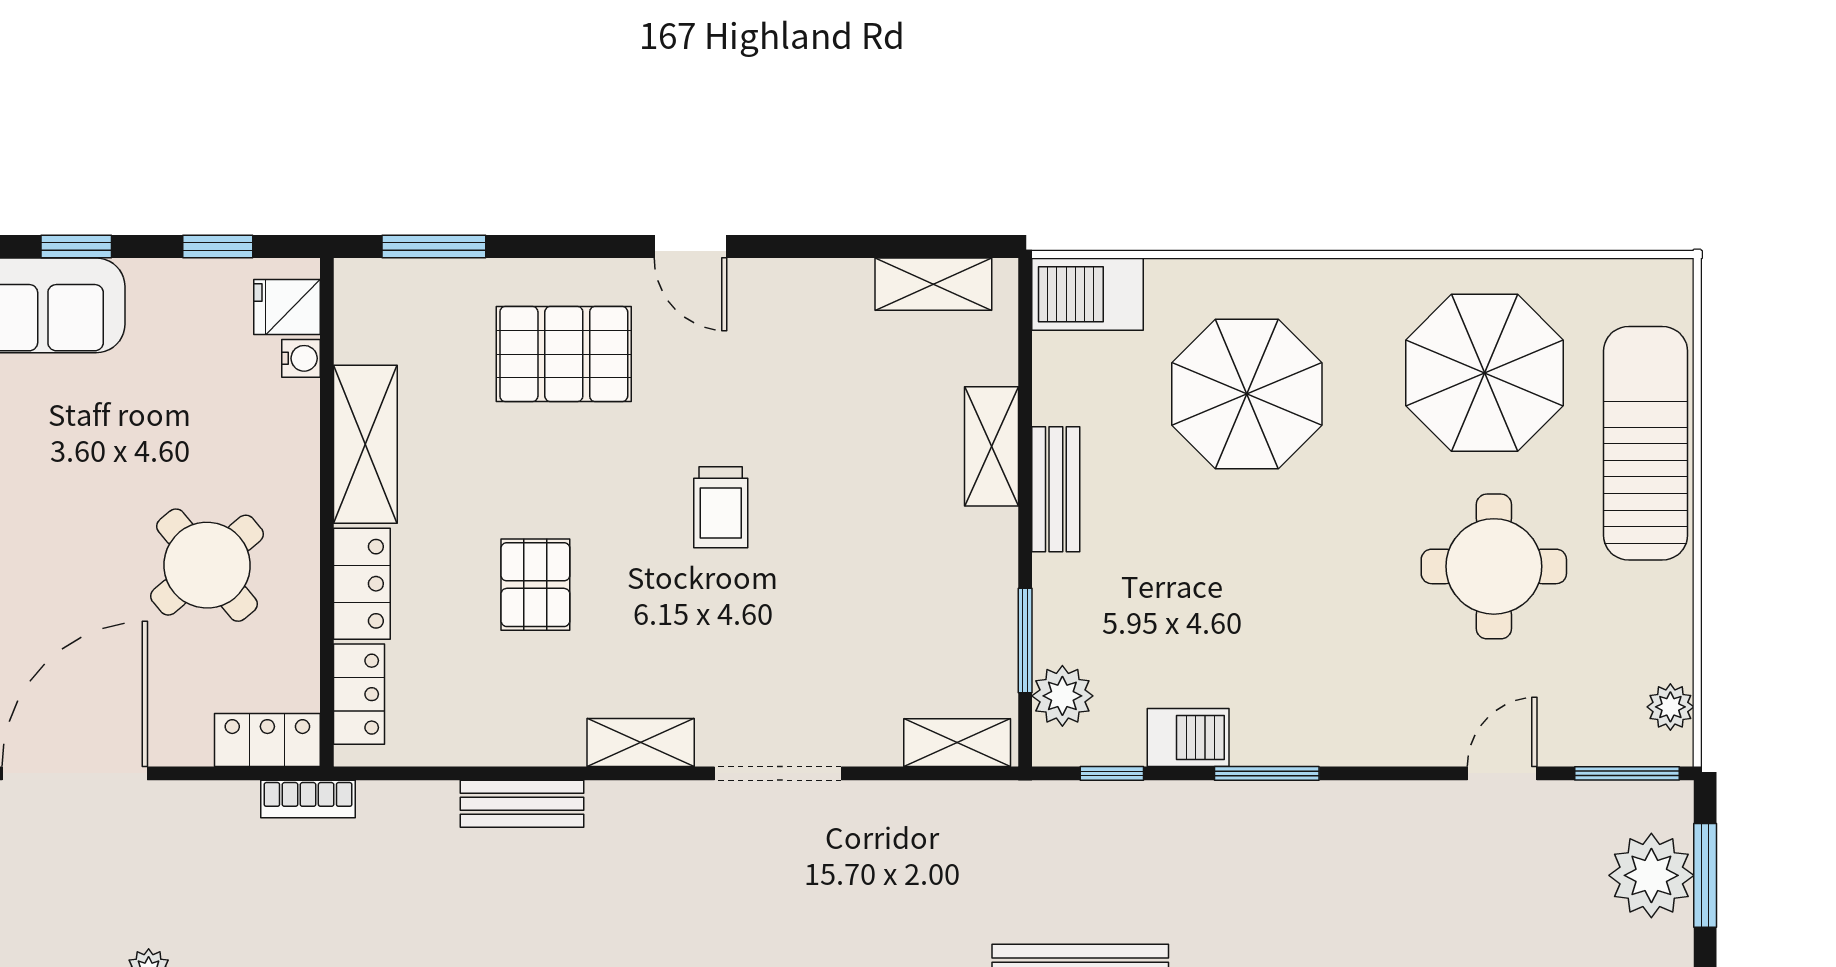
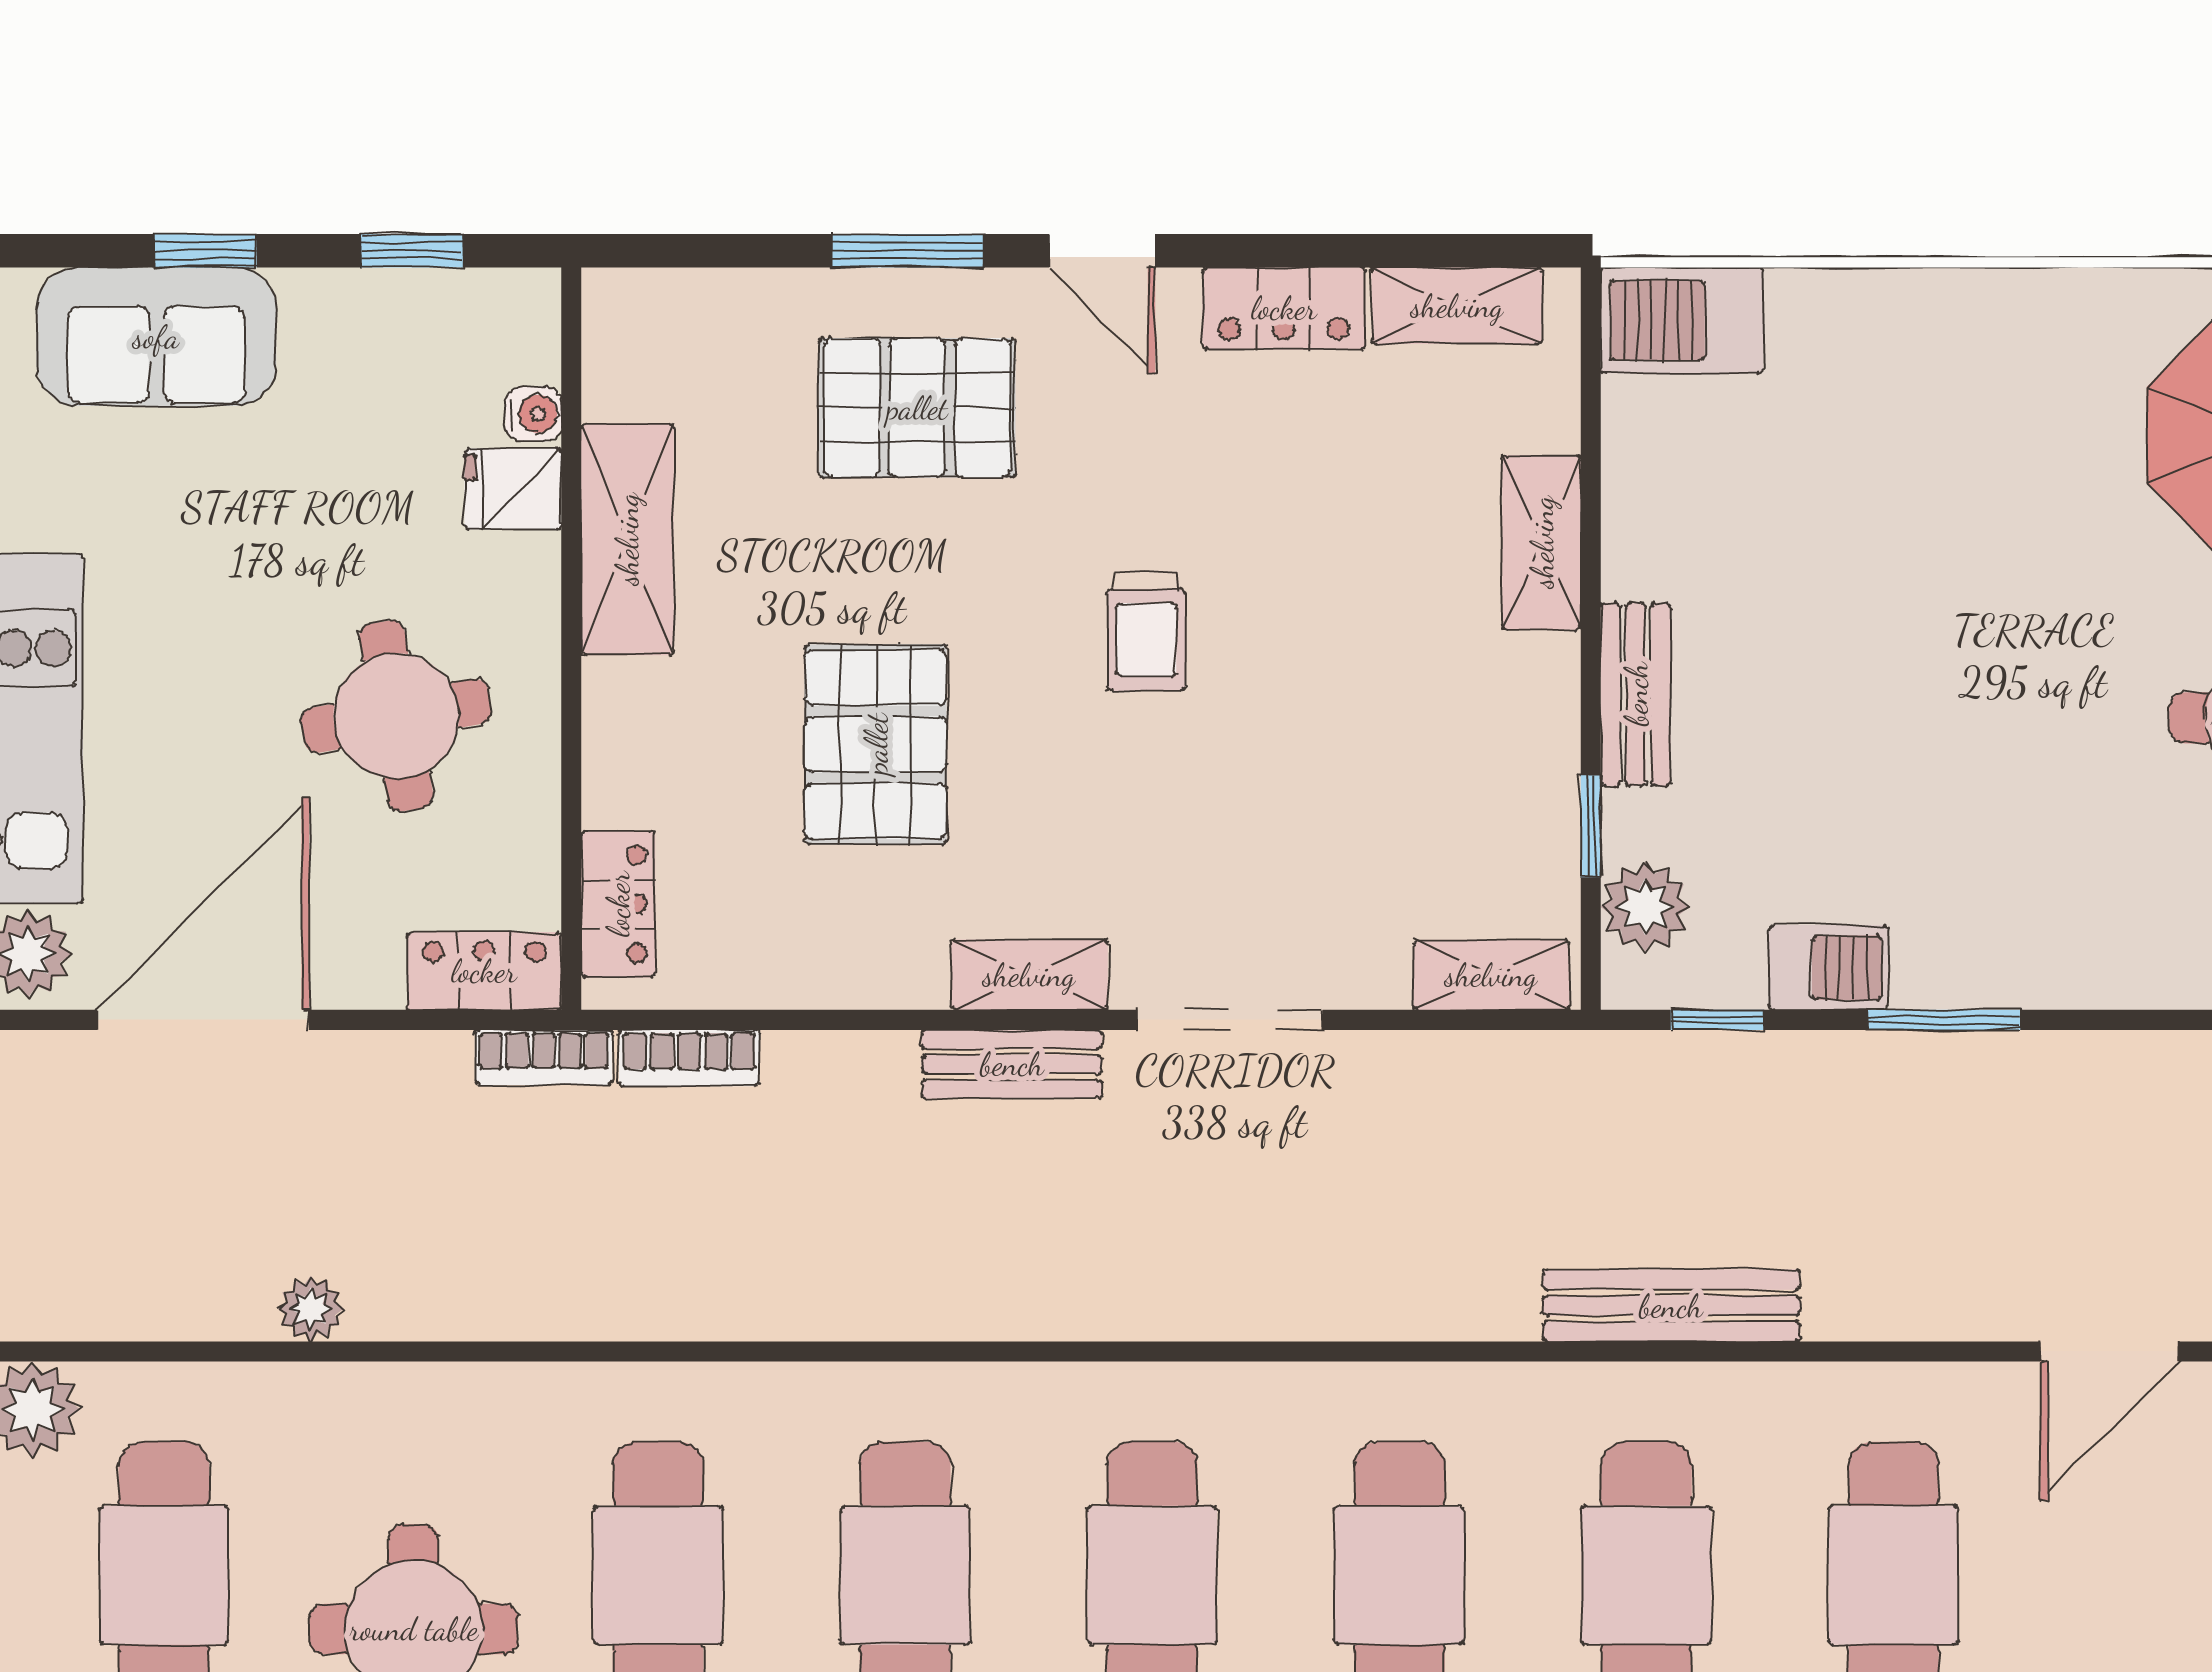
window: (434, 247) -> (907, 251), moved
fridge: (287, 307) -> (513, 489), moved
parasol: (1247, 394) -> (1915, 466), removed
bench: (1056, 489) -> (1636, 694), moved
round table: (207, 565) -> (396, 716), turned 30
locker: (362, 584) -> (1284, 308), moved, turned 90
pallet: (535, 585) -> (876, 744), width x1.50, depth x1.42
window: (1025, 641) -> (1591, 826), width x0.67
bookcase: (408, 799) -> (689, 1058), added
bench: (522, 804) -> (1012, 1064), moved

